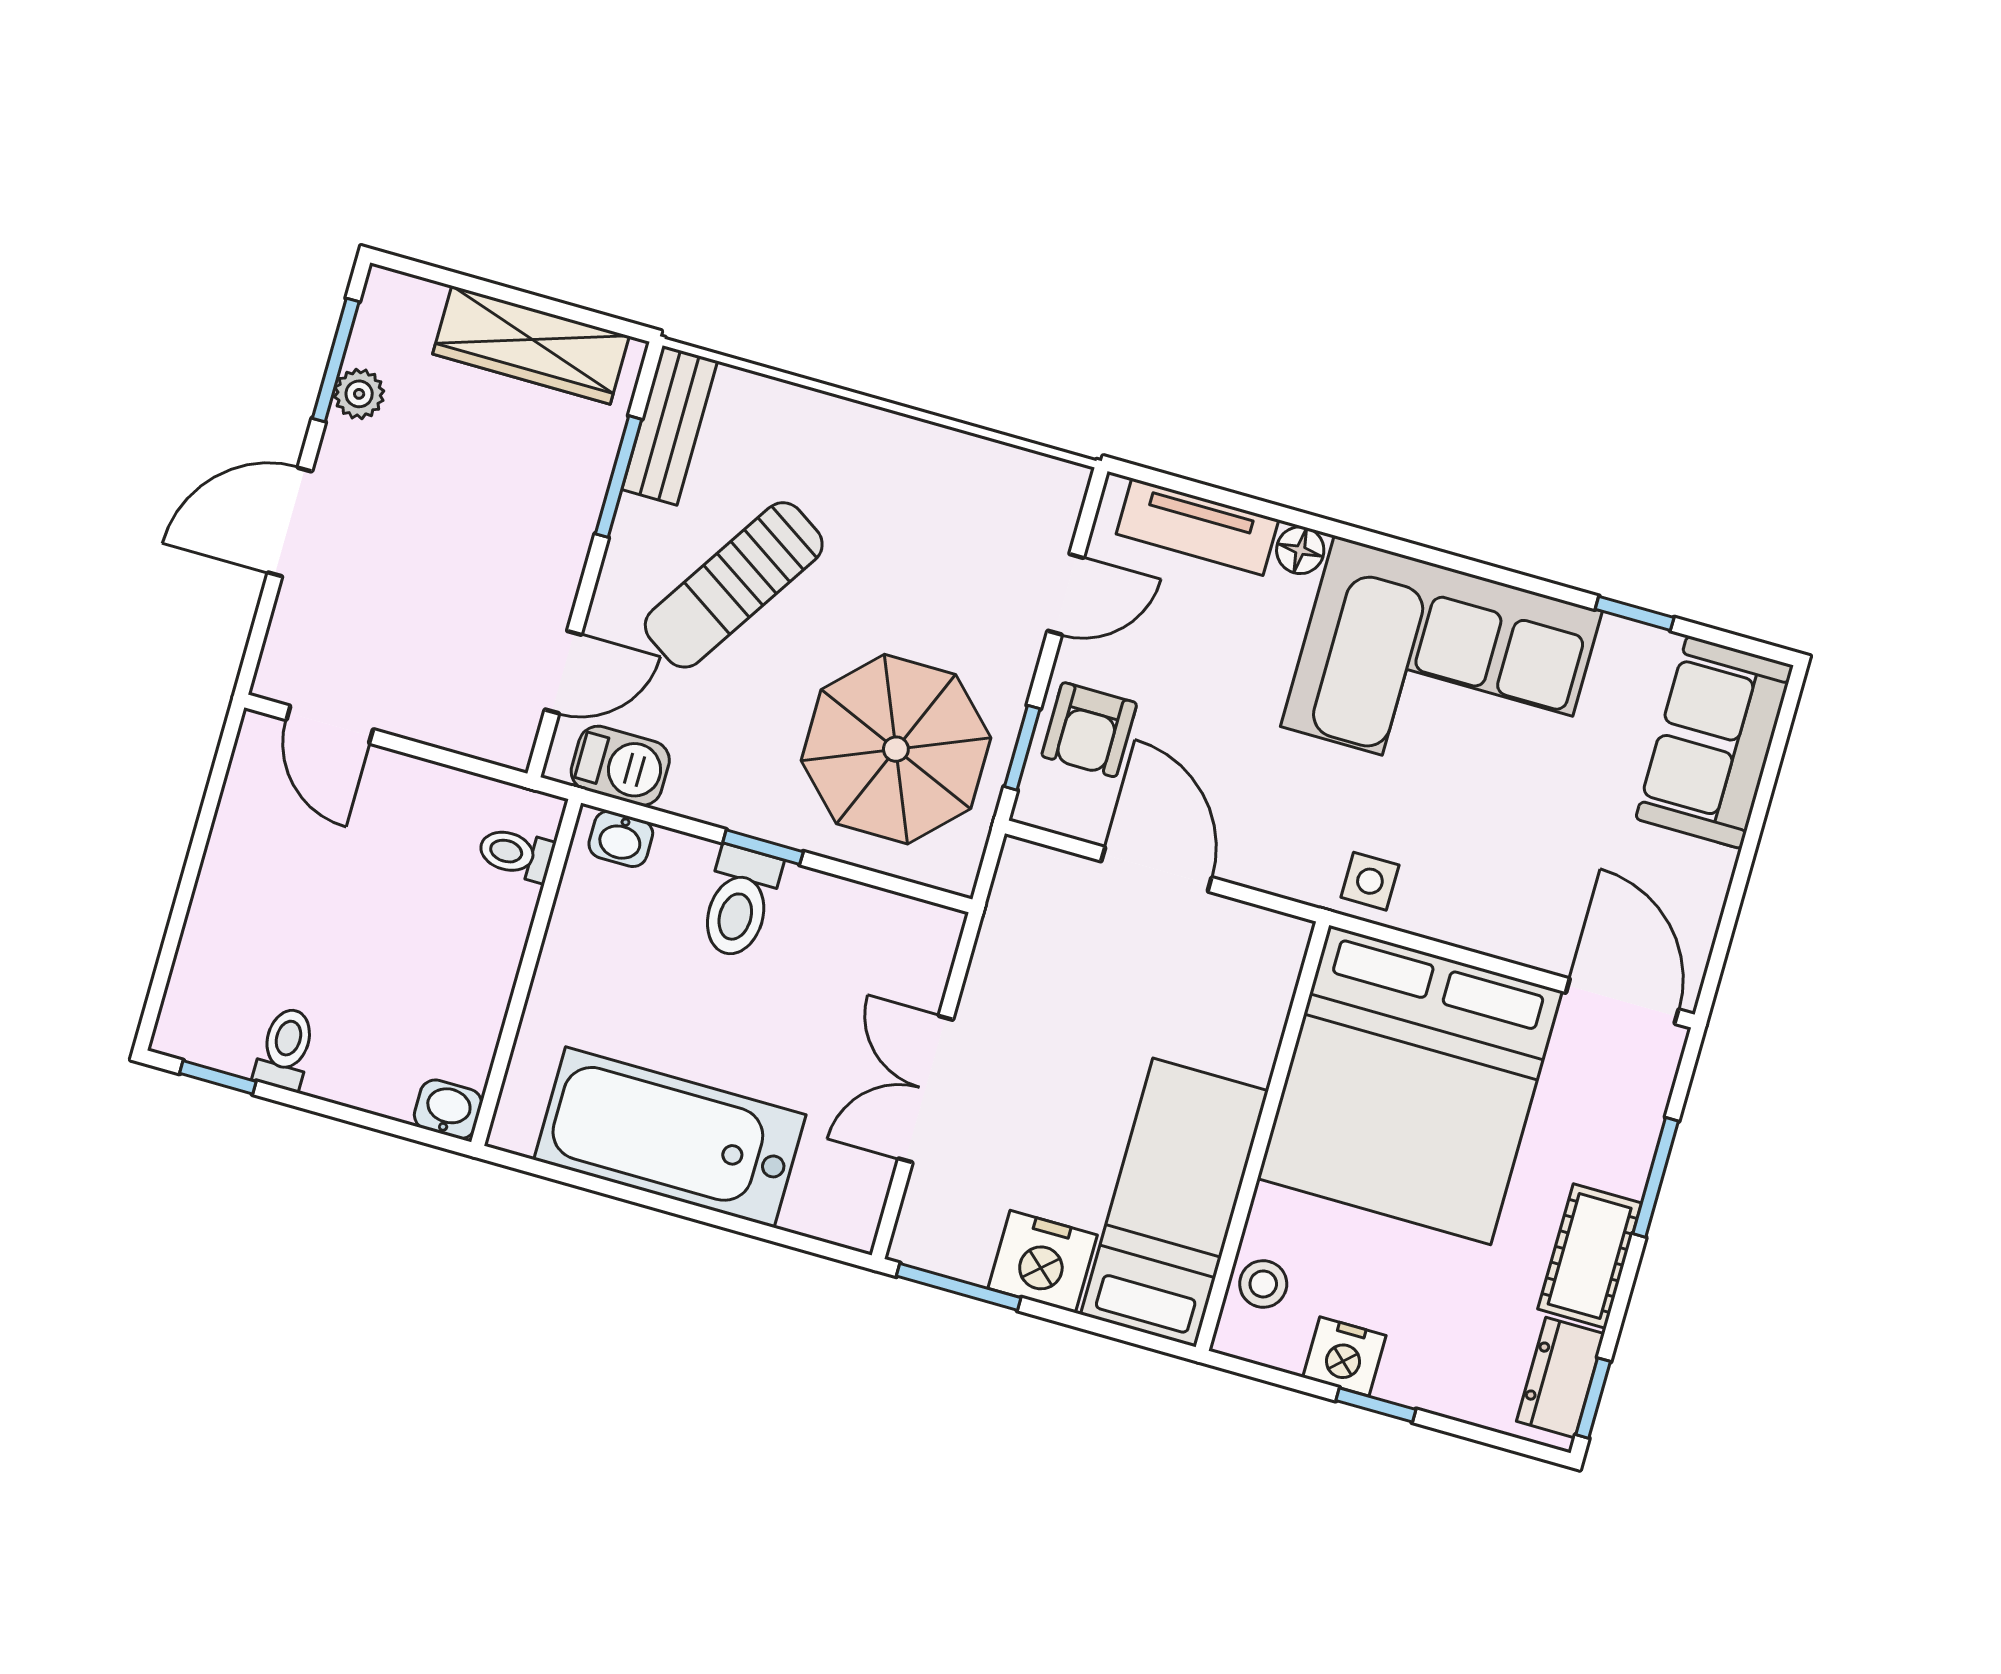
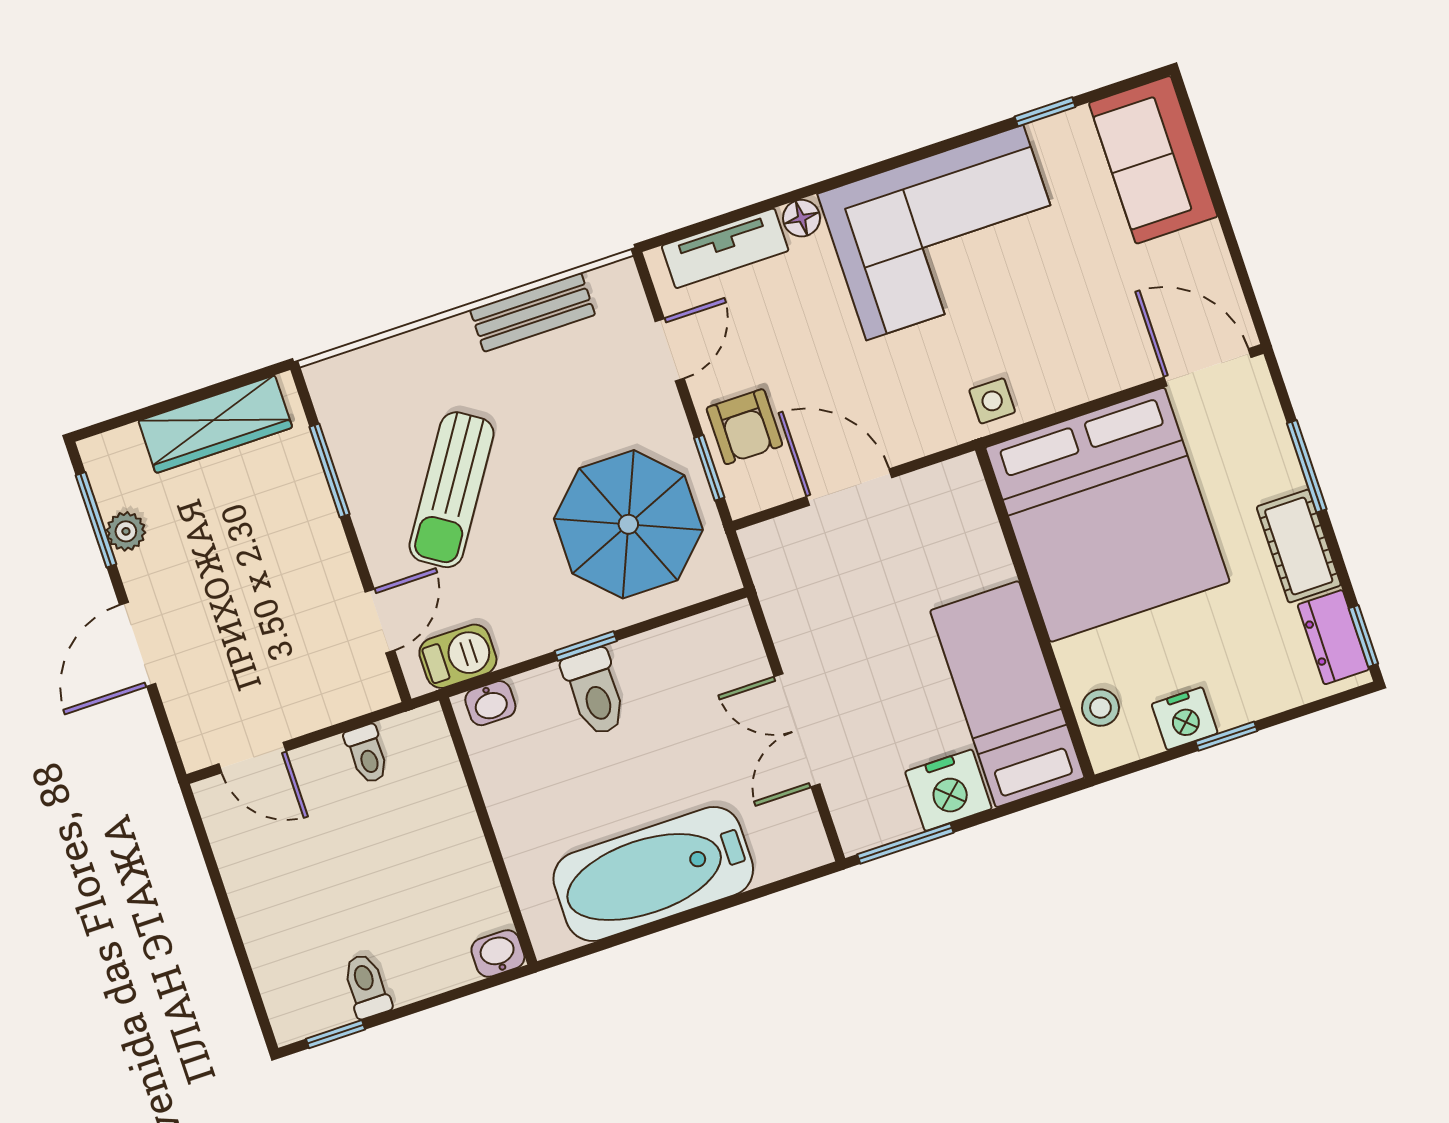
bench: (670, 425) -> (533, 312), moved, turned 90
toilet: (516, 854) -> (367, 754), moved, turned -90

